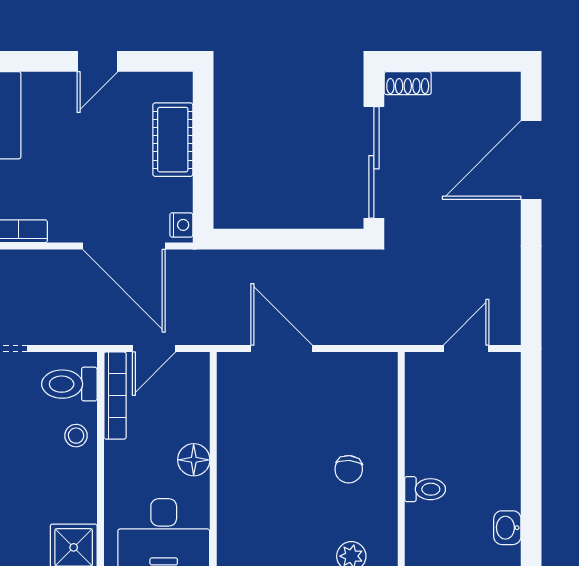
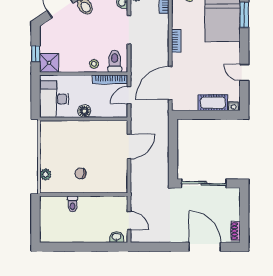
shoe rack: (408, 83) -> (236, 231), moved
nightstand: (181, 225) -> (234, 106), moved
door: (154, 349) -> (129, 95), hinge flipped
washbasin: (507, 528) -> (116, 237), moved

